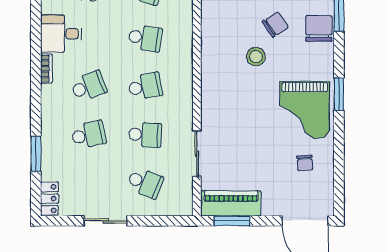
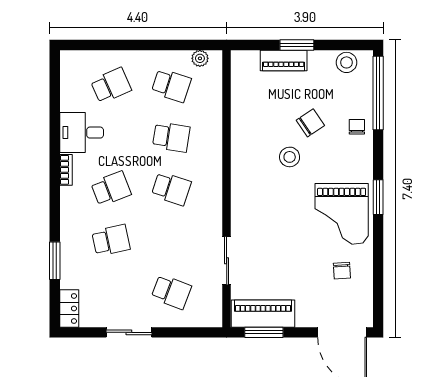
chair: (319, 28) -> (357, 127), width x0.54, depth x0.54
school desk: (145, 86) -> (171, 189), turned 30
school desk: (145, 135) -> (171, 240), removed

